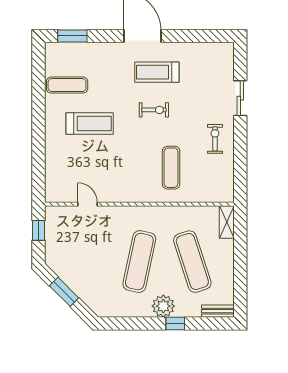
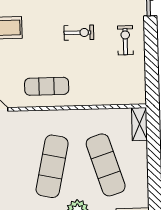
exercise bike: (154, 110) -> (79, 33), moved
exercise mat: (171, 168) -> (47, 86), moved, turned 90

